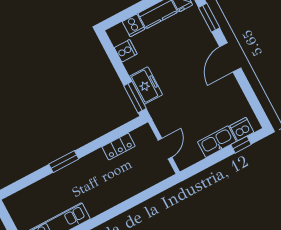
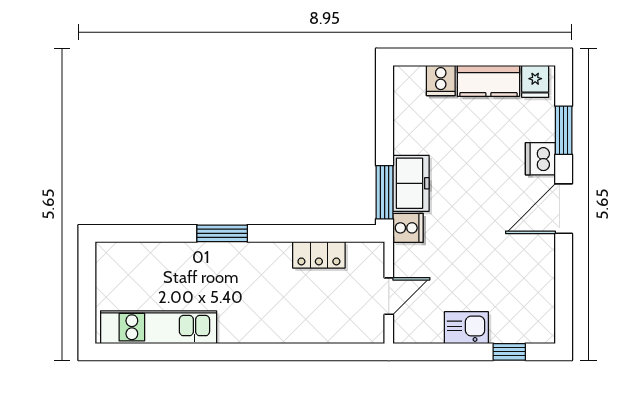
cooker: (126, 51) -> (408, 228), moved
dishwasher: (242, 129) -> (540, 159), moved, turned -90
kitchen sink: (217, 142) -> (466, 328), width x0.73

